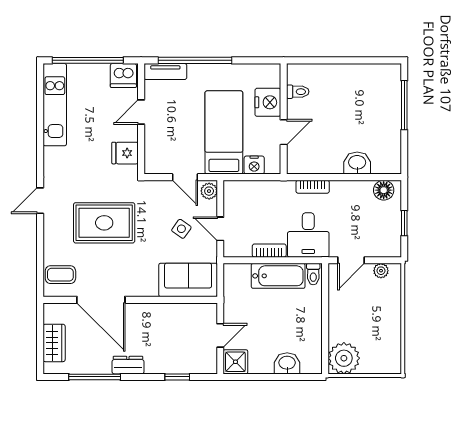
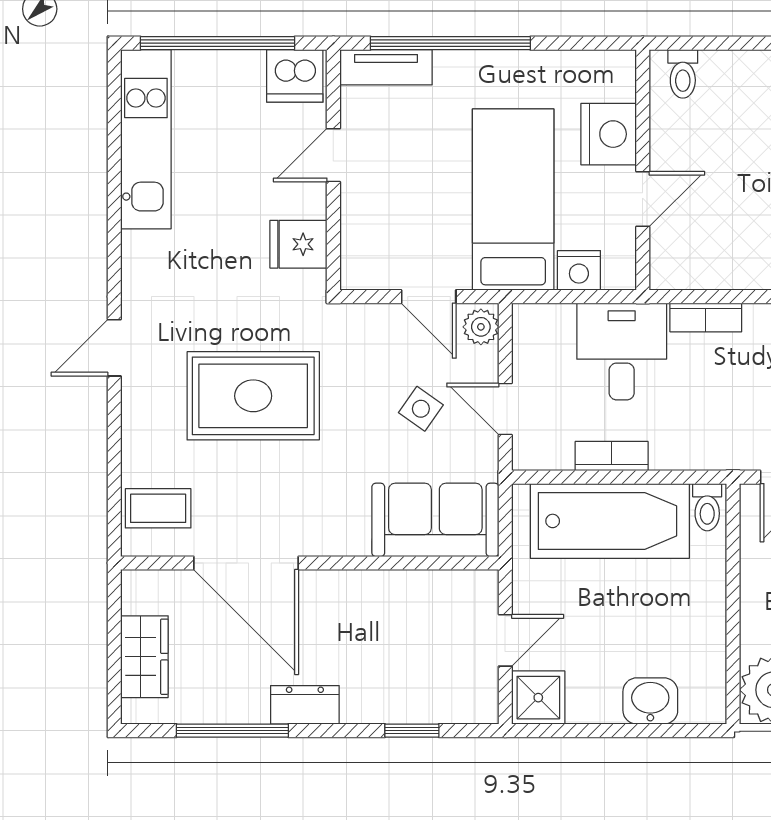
toilet: (298, 92) -> (683, 74), moved, turned 90
desk: (308, 235) -> (622, 351), moved, turned 180
bathtub: (278, 276) -> (610, 521), width x1.36, depth x1.36

